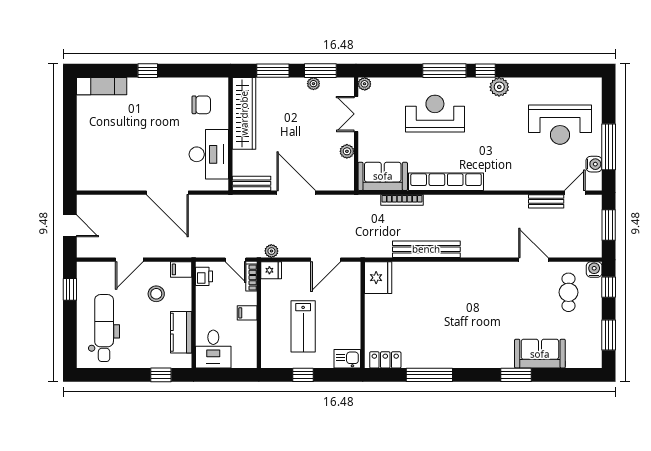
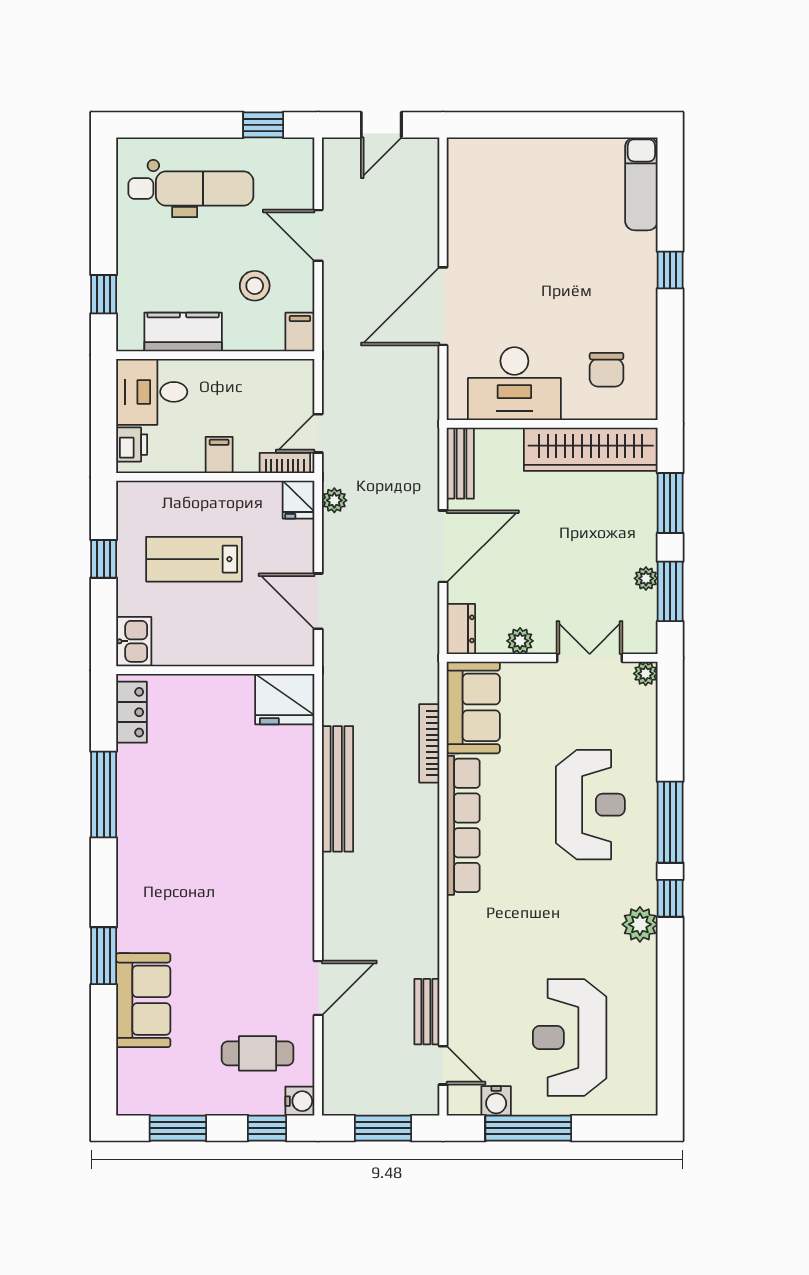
dresser: (341, 183) -> (461, 629), added
printer: (204, 276) -> (132, 445), moved, turned -90

